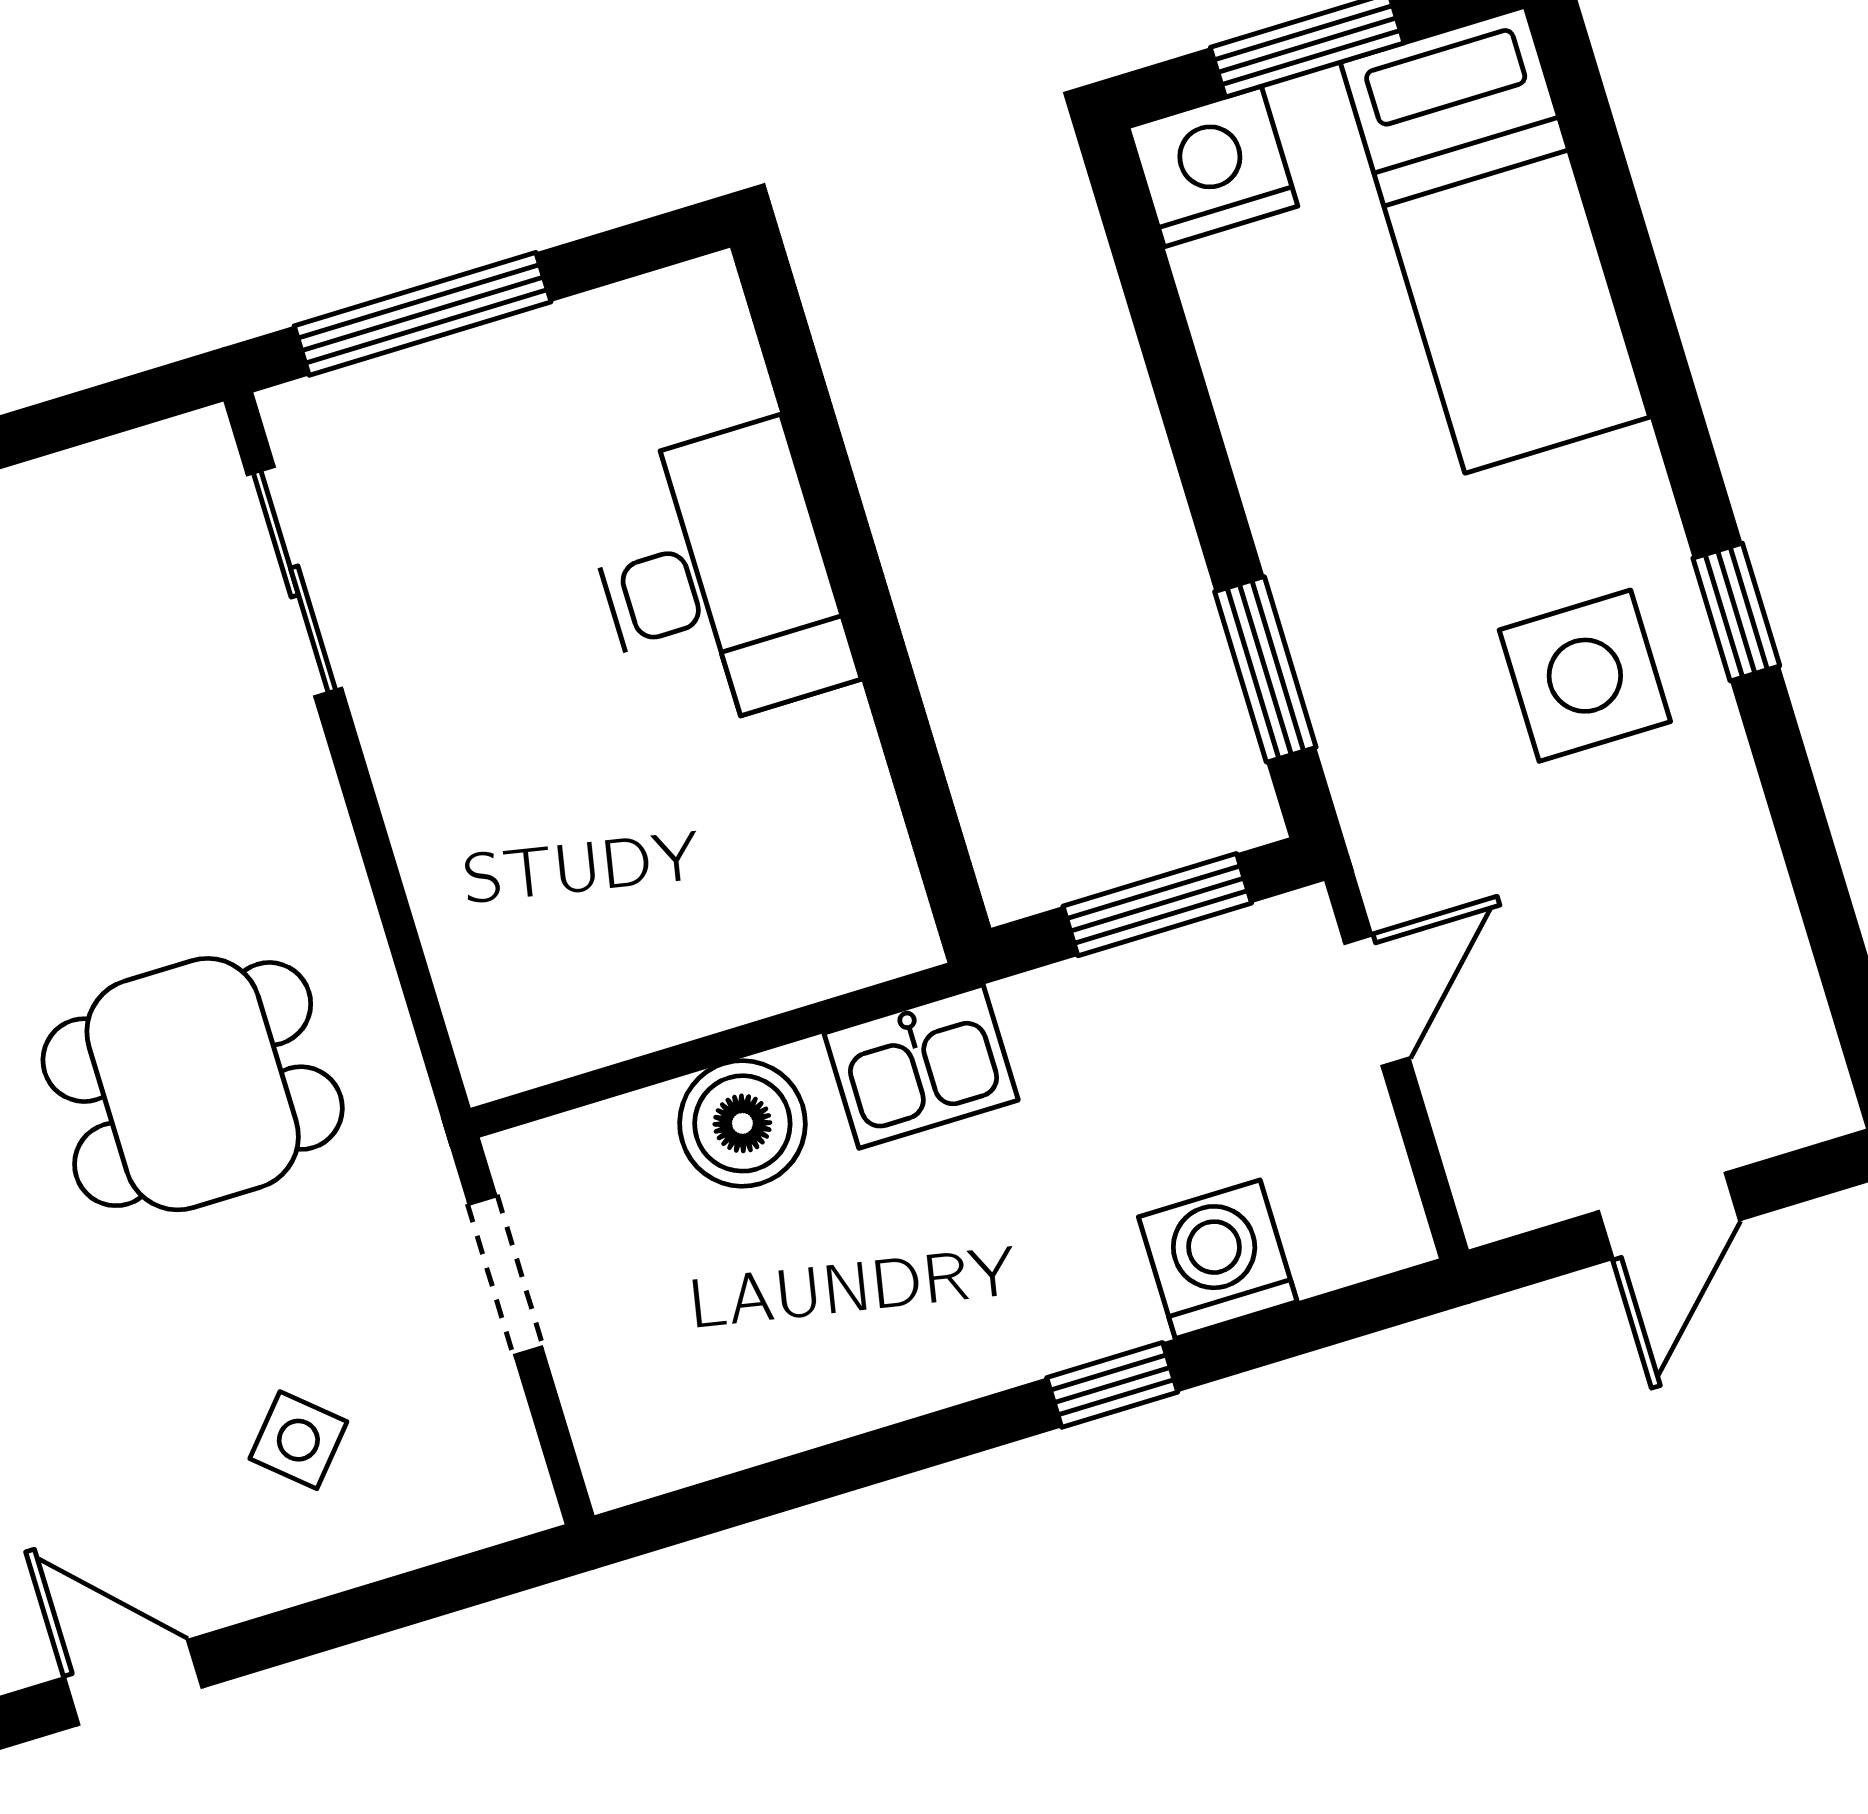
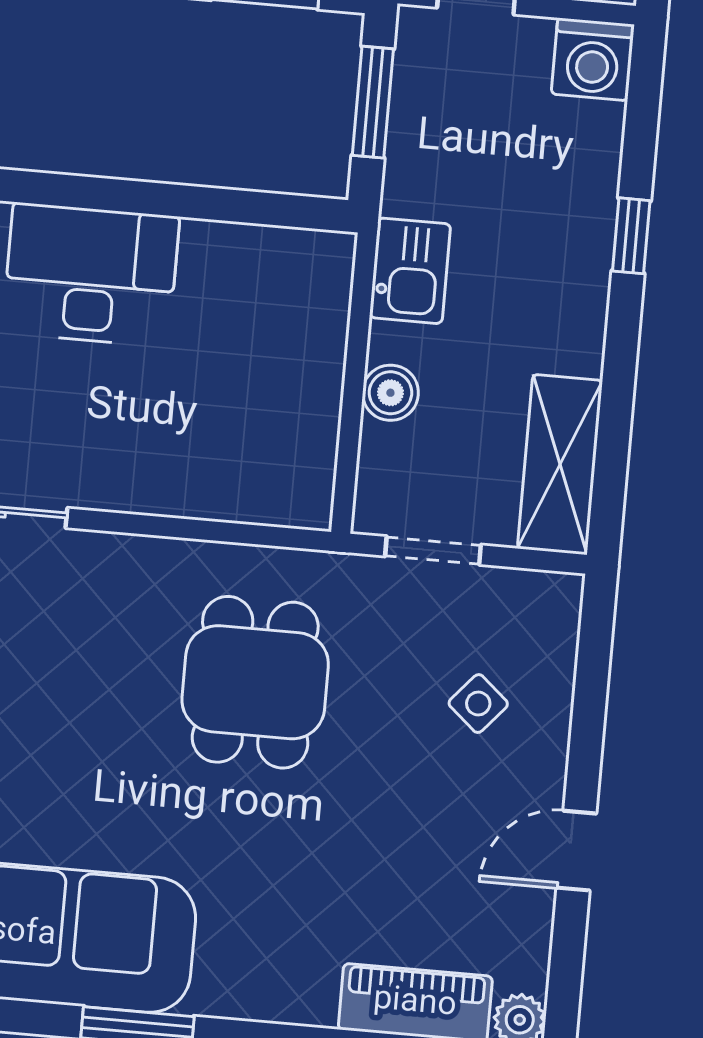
boiler: (742, 1123) -> (390, 393), width x0.73, depth x0.73
washing machine: (1218, 1259) -> (593, 59), moved, turned -90
shelving: (717, 1417) -> (560, 464), added

